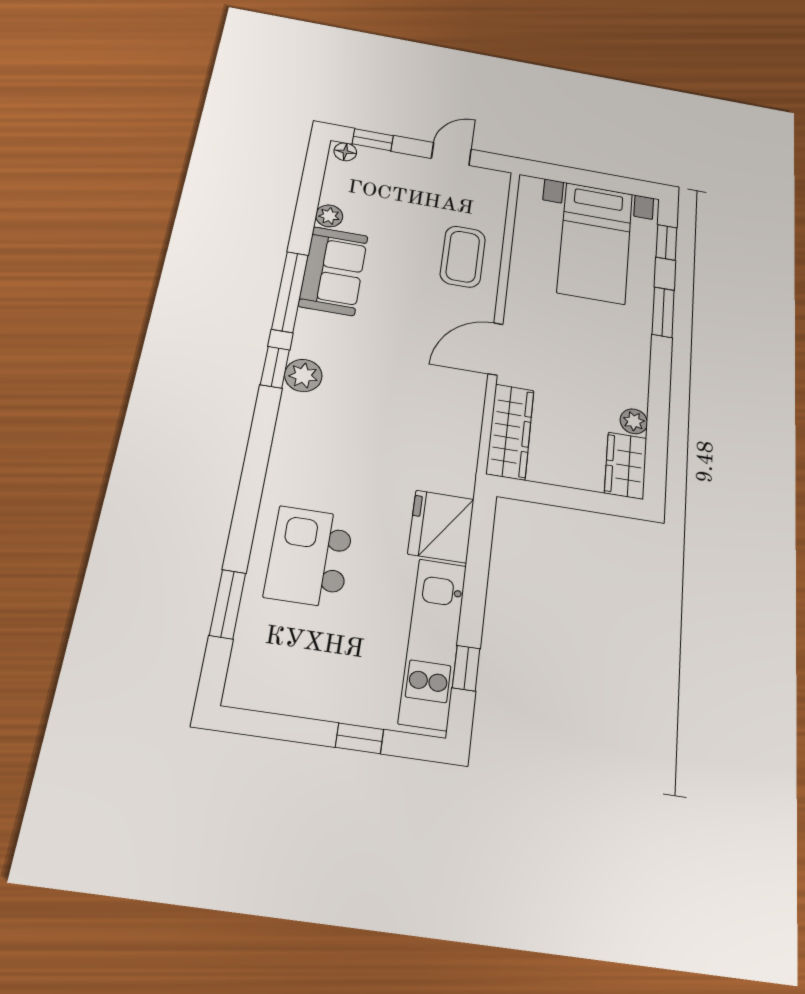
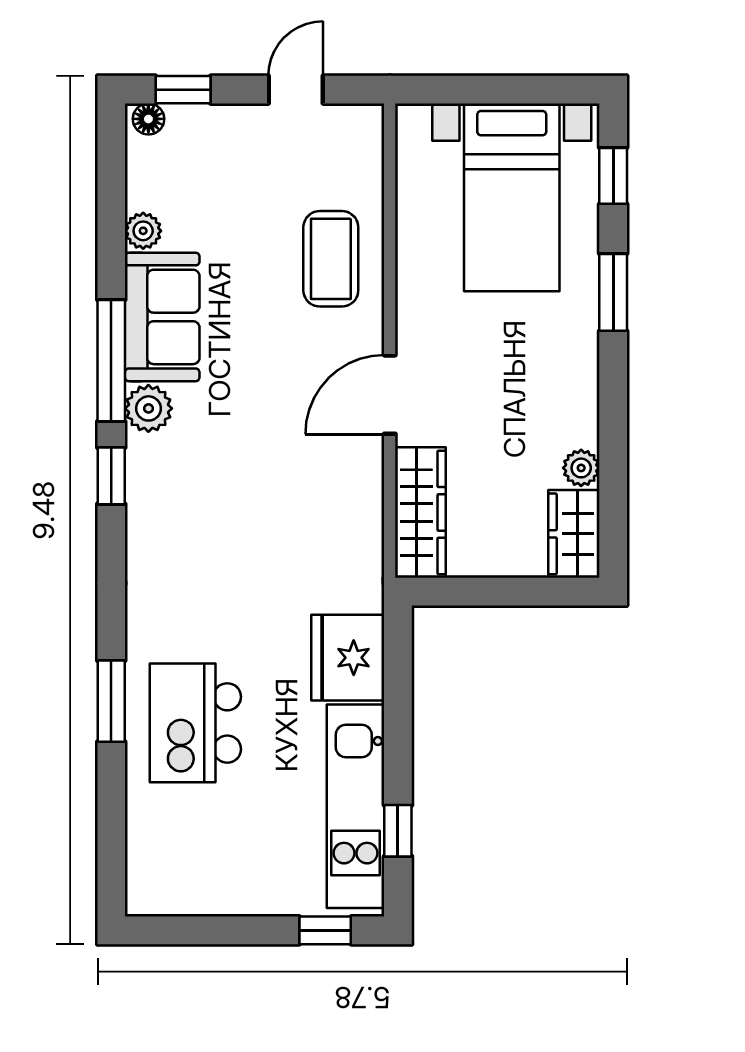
plant: (303, 375) -> (148, 408), moved
window: (228, 604) -> (111, 701), moved
window: (359, 738) -> (325, 930), moved

